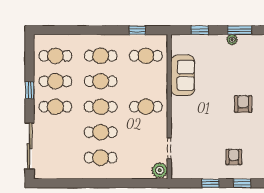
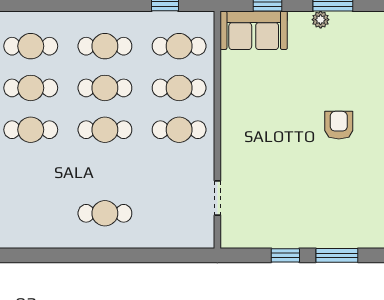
sofa: (183, 75) -> (254, 30), moved, turned 90
cafe table: (101, 132) -> (179, 88), moved
armchair: (234, 157) -> (323, 212), removed
plant: (160, 170) -> (202, 234), removed
window: (242, 183) -> (337, 255), width x1.50

